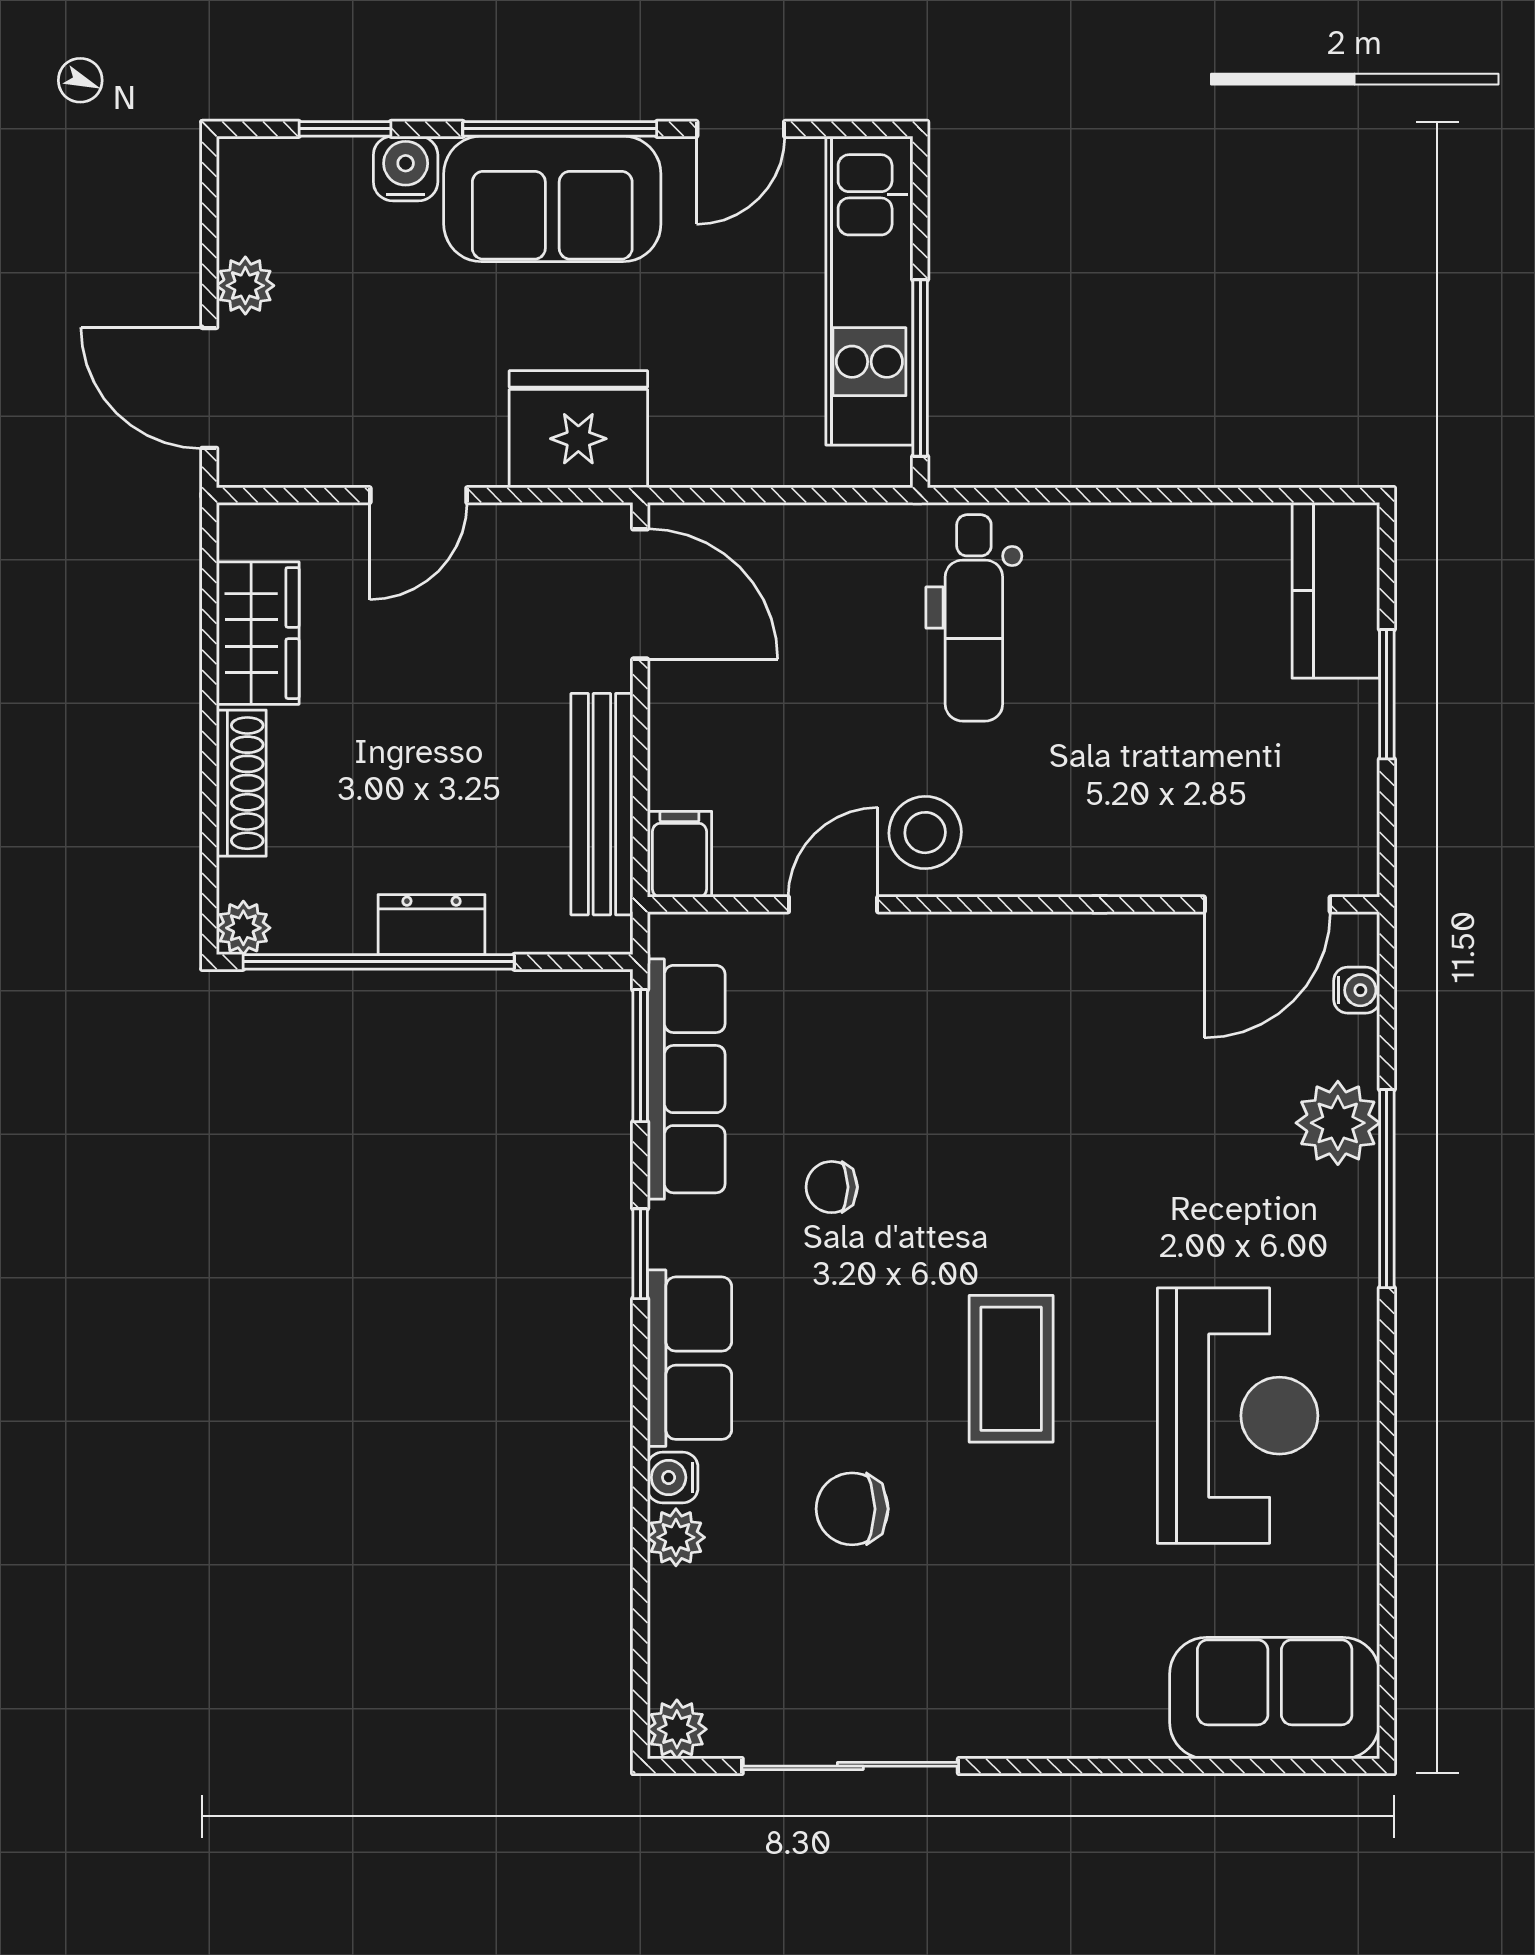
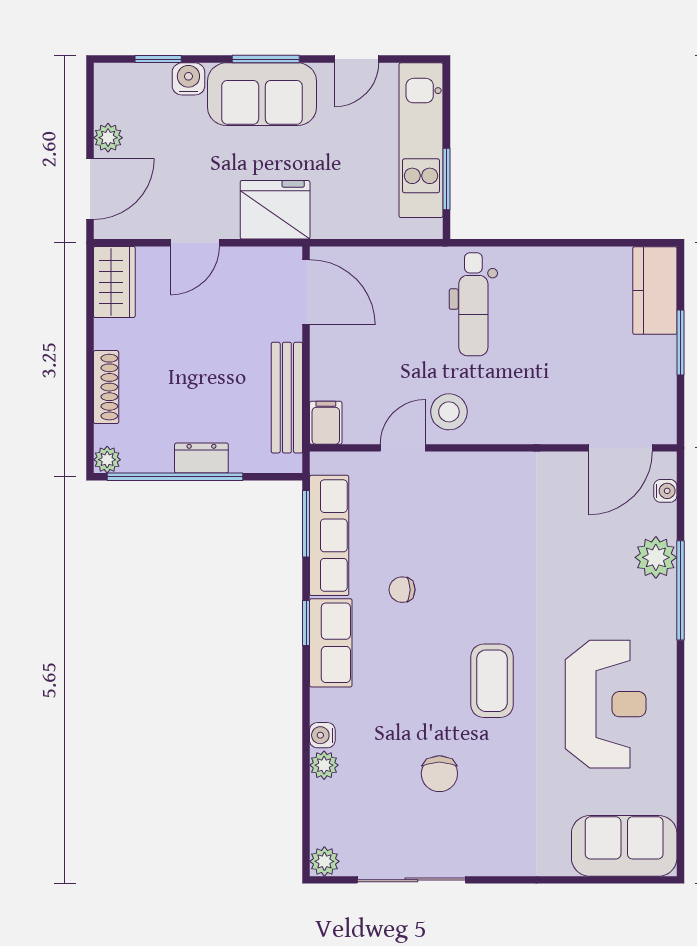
window: (560, 129) -> (266, 59), width x0.69
window: (920, 368) -> (446, 179), width x0.69
door: (209, 388) -> (90, 189), swing flipped
wardrobe: (258, 633) -> (114, 282), moved
row of seats: (689, 1358) -> (331, 643), moved
chair: (852, 1509) -> (439, 774), moved, turned -90

